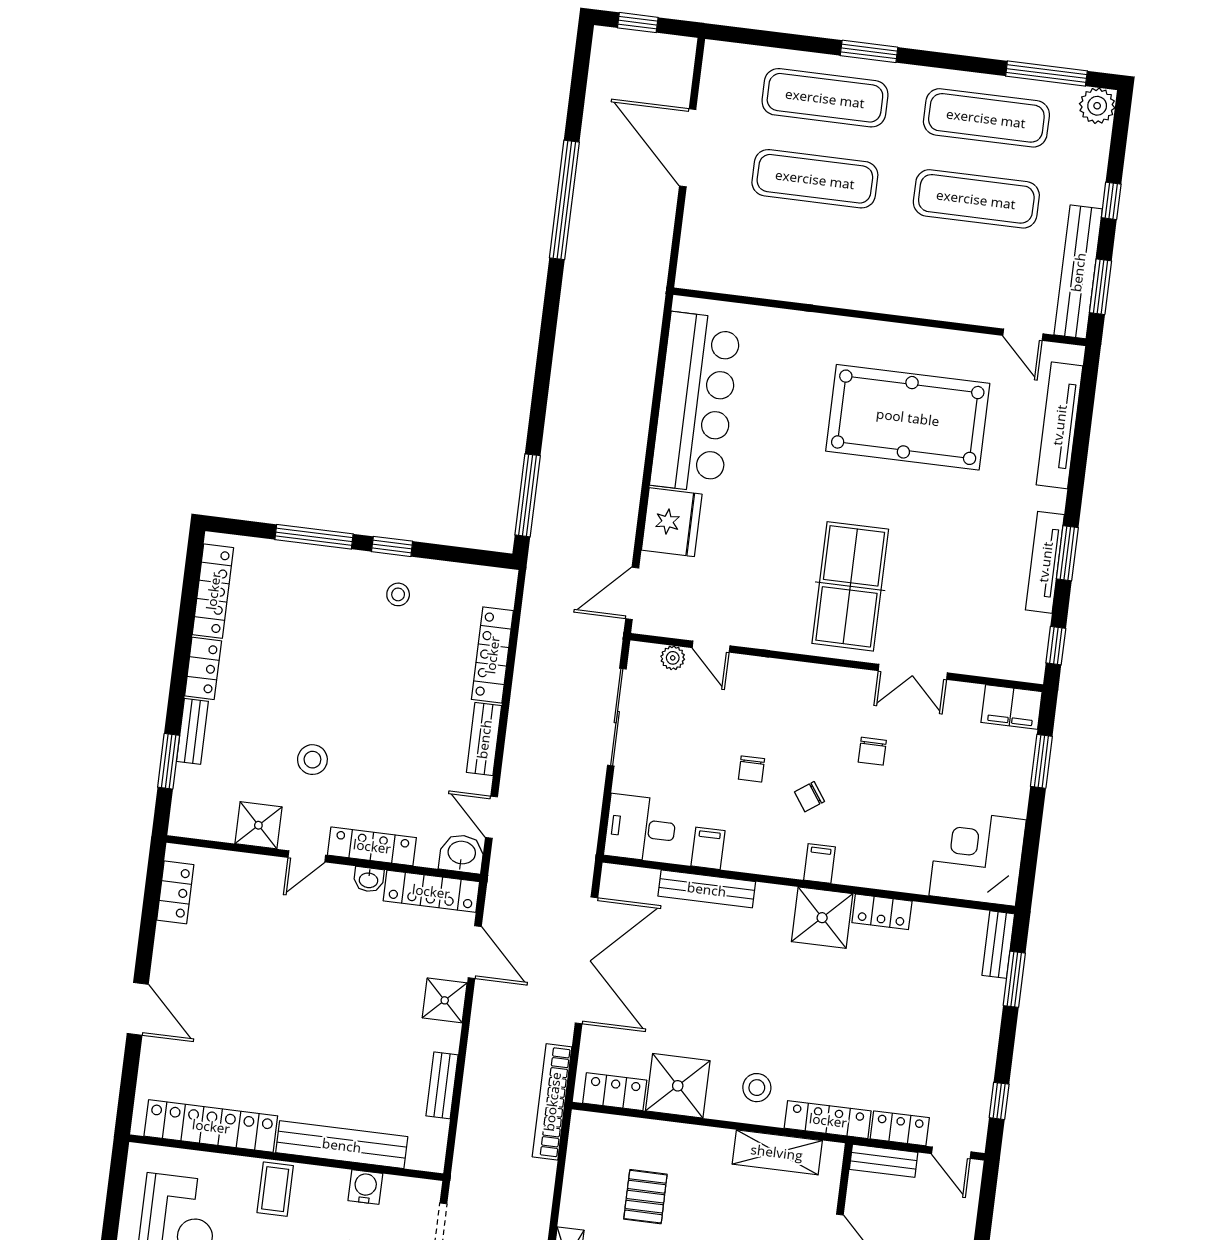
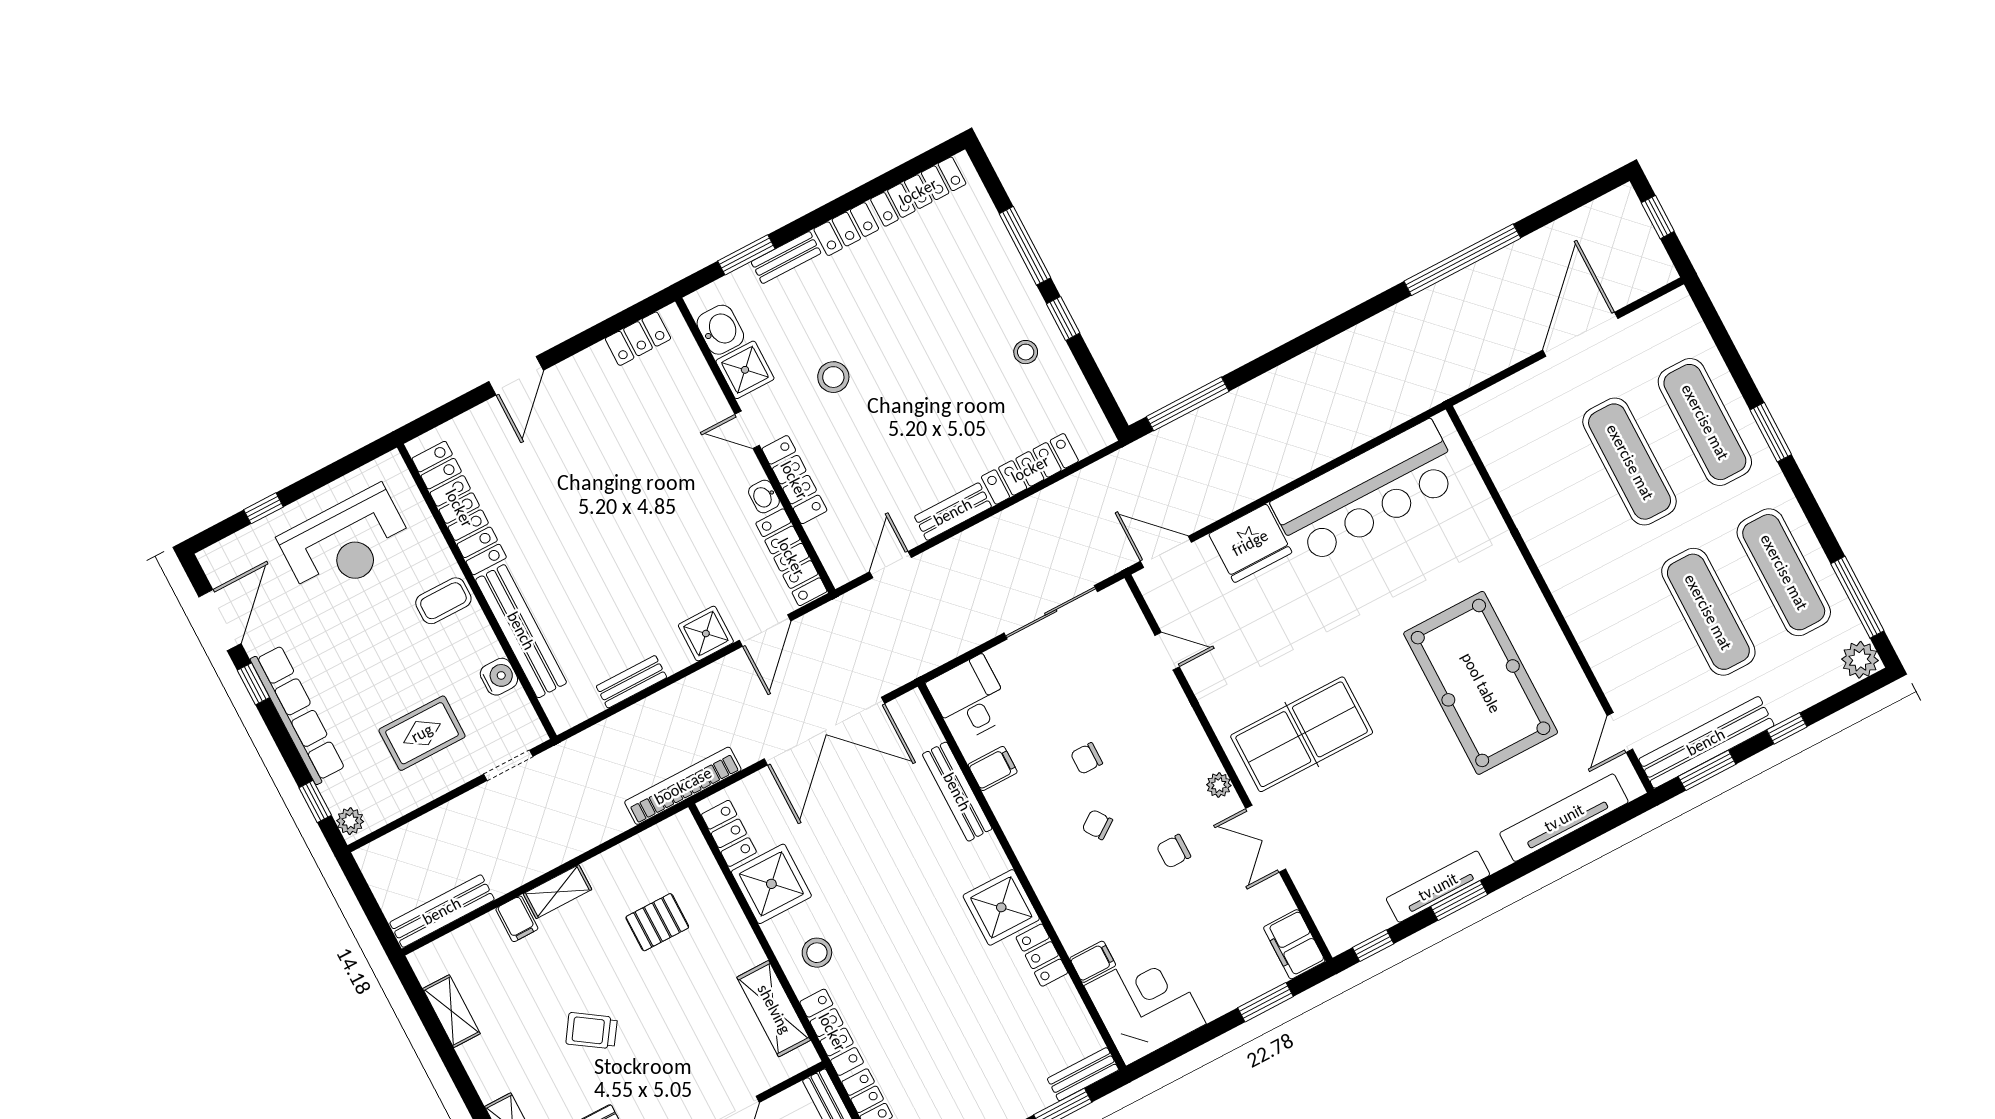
door: (711, 647) -> (1167, 651), swing flipped
plant: (673, 658) -> (1219, 785), moved
washbasin: (462, 854) -> (720, 330), moved
filing cabinet: (819, 863) -> (1093, 962), moved

